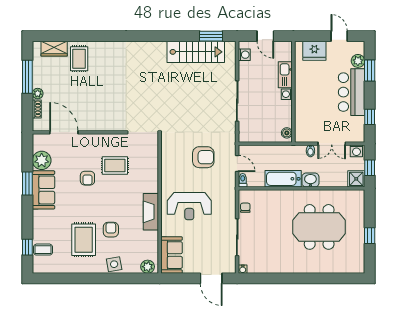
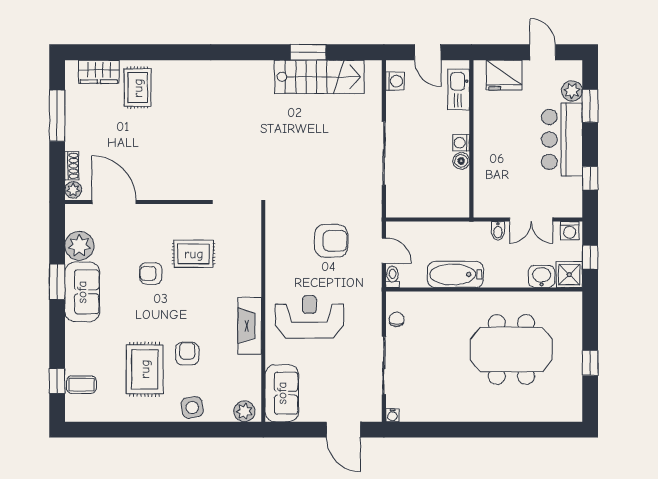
window: (211, 36) -> (308, 52), moved
kitchen sink: (285, 75) -> (459, 89), moved
plant: (38, 94) -> (73, 190), moved
boiler: (287, 133) -> (461, 161), moved
armchair: (87, 178) -> (151, 273), turned 90
washbasin: (310, 180) -> (542, 276), moved
reception desk: (189, 206) -> (309, 317), turned 180

